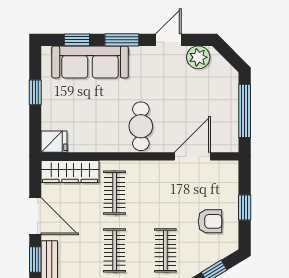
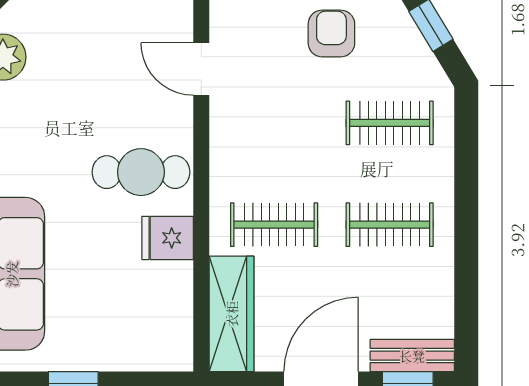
fridge: (54, 142) -> (168, 238), moved, turned -90
door: (192, 156) -> (201, 69), width x0.73

